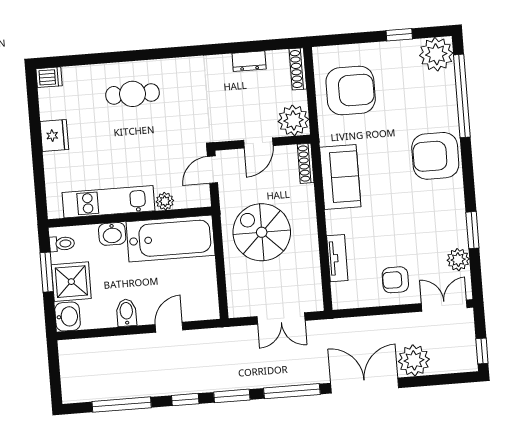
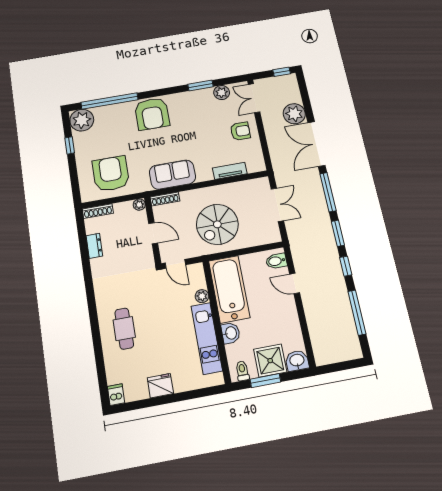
plant: (293, 120) -> (139, 205), width x0.53, depth x0.53
armchair: (395, 280) -> (240, 131), turned -90
bidet: (126, 313) -> (276, 261), moved

